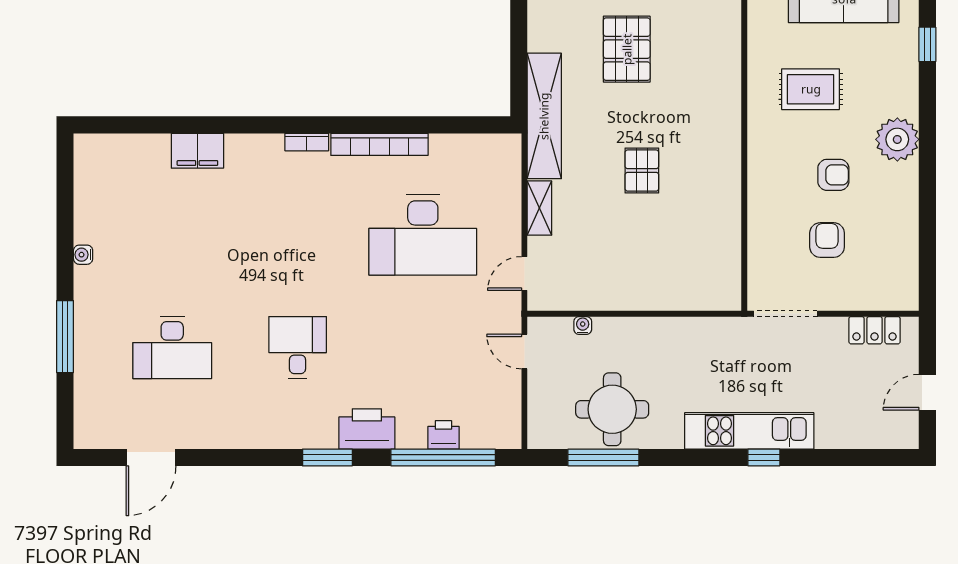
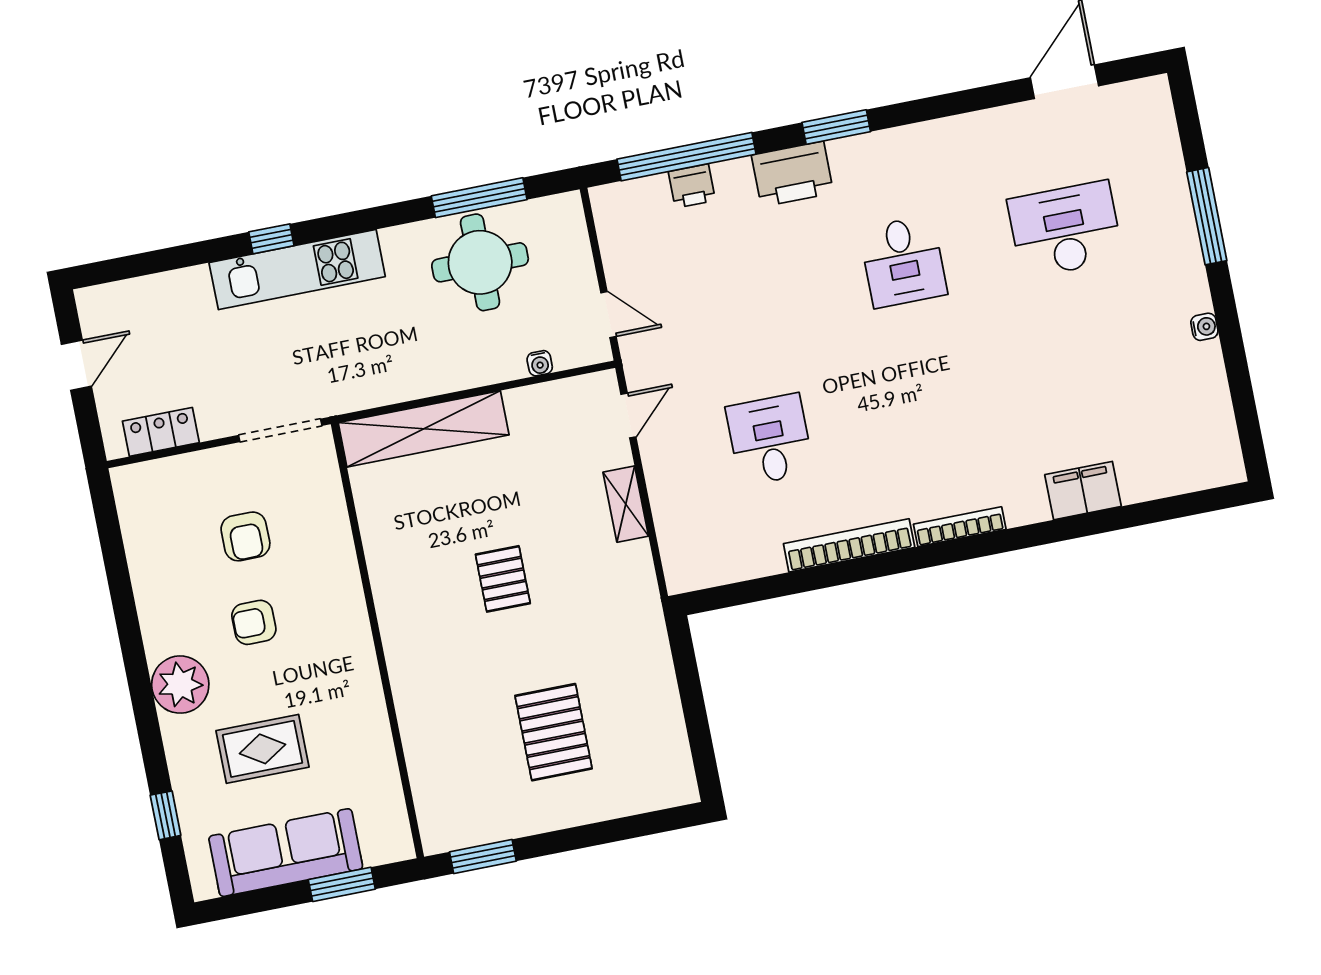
rug: (811, 89) -> (263, 749), moved
shelving: (544, 116) -> (424, 429), moved, turned 90
bookcase: (307, 142) -> (960, 527), width x1.56
desk: (423, 235) -> (770, 440), width x0.53, depth x0.77

